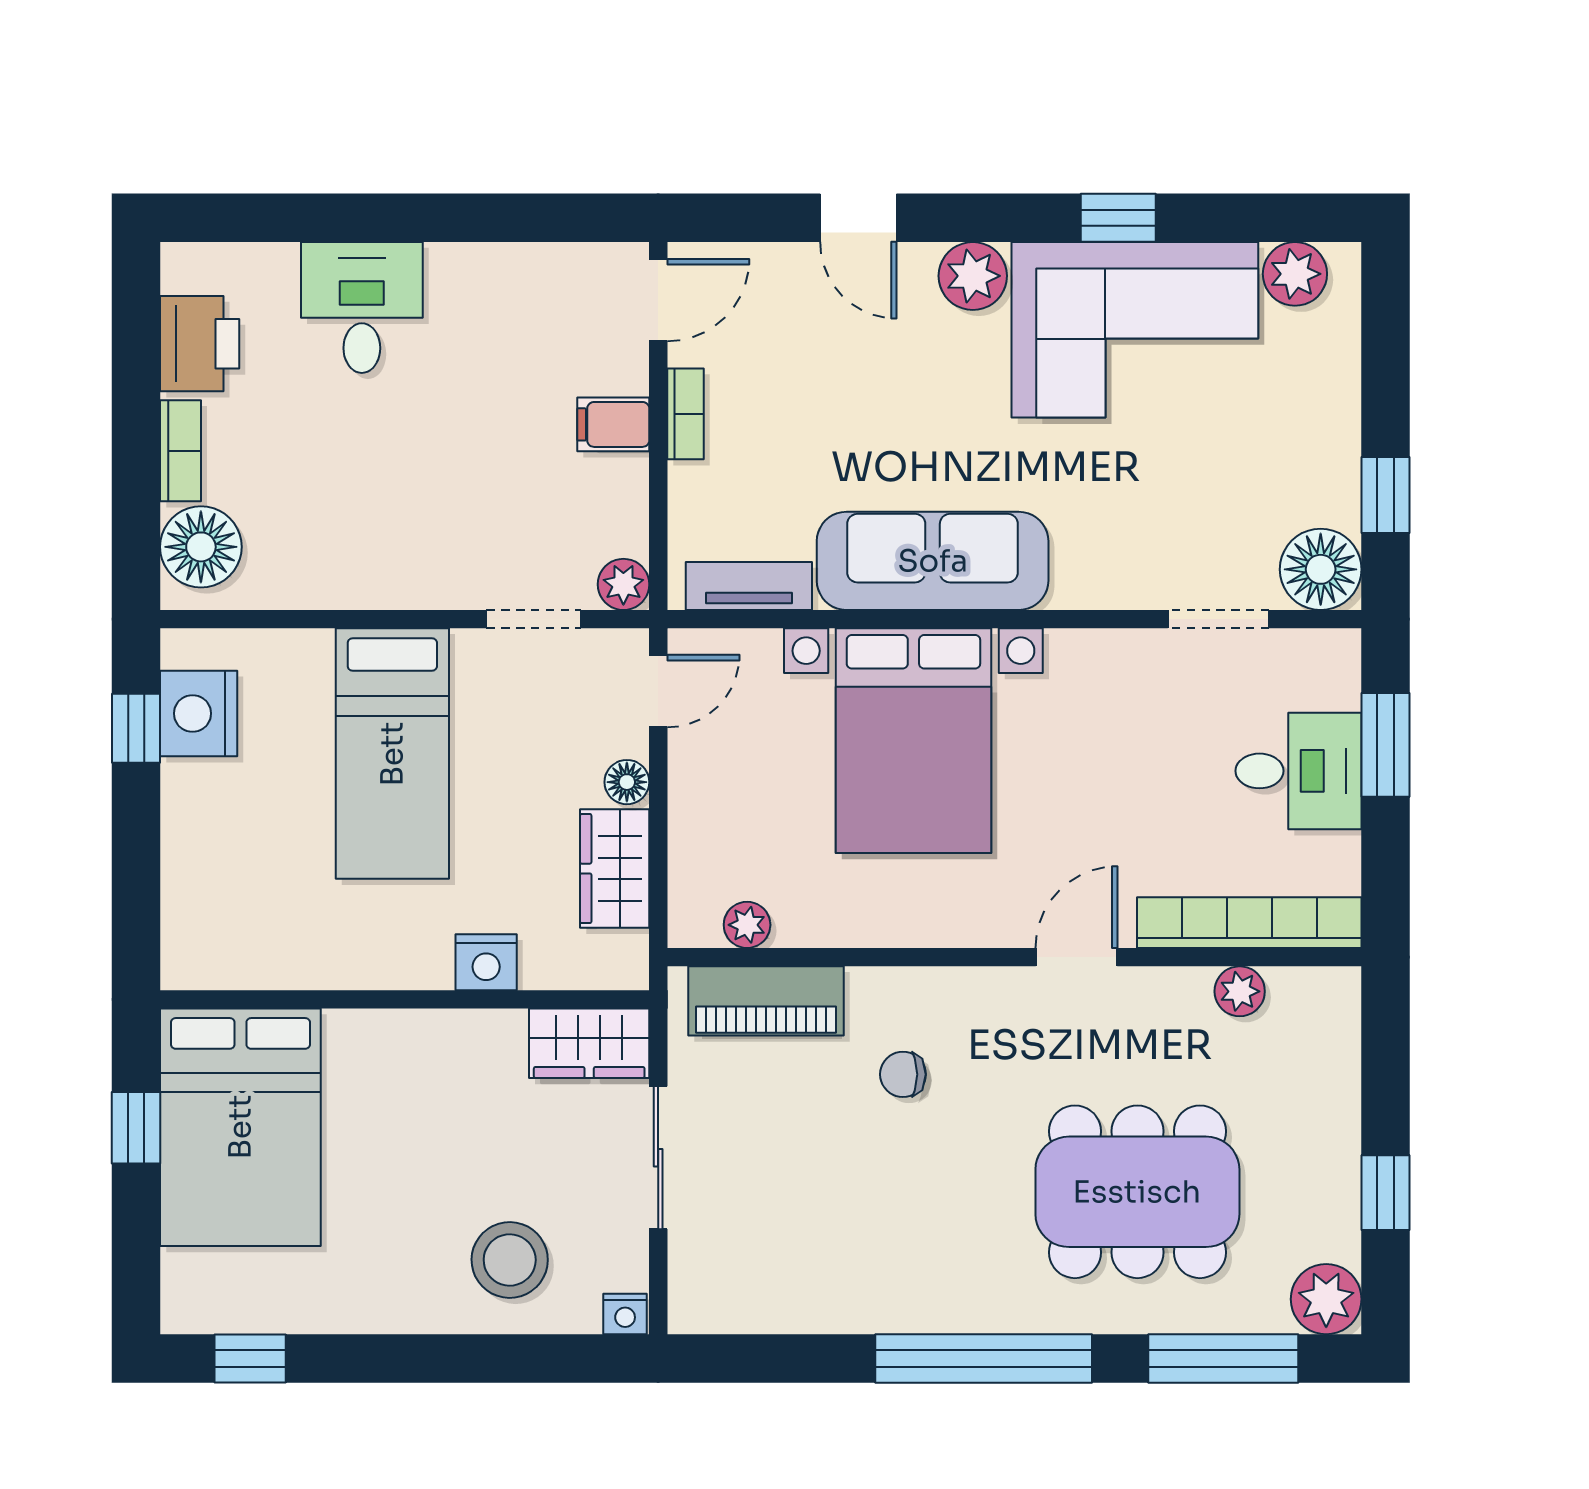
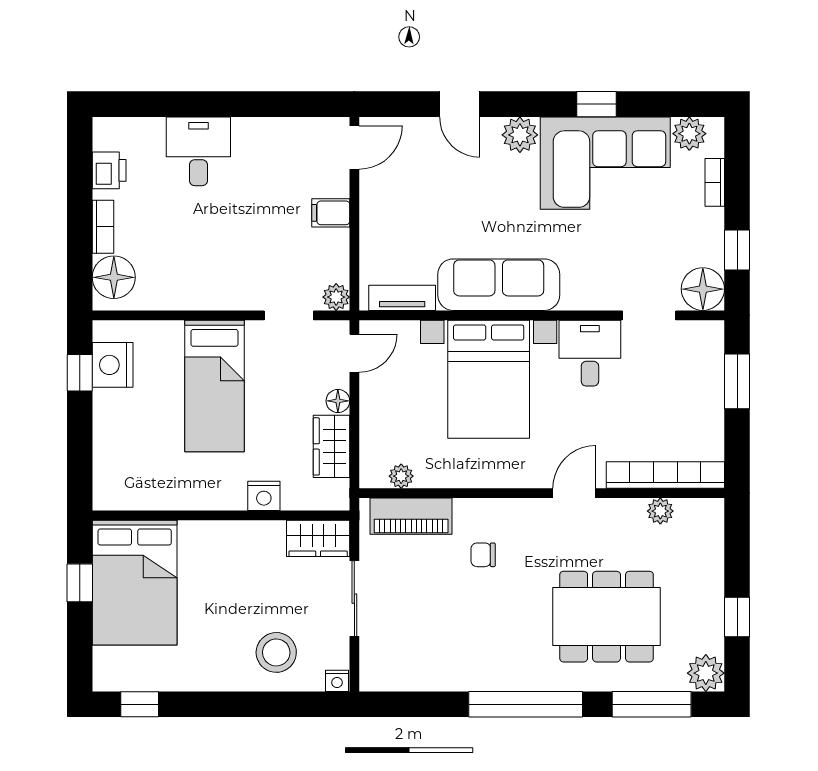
printer: (200, 344) -> (109, 170), width x0.73, depth x0.81
bookcase: (685, 414) -> (715, 182), moved, turned 180
desk: (1298, 771) -> (590, 353), moved, turned -90

